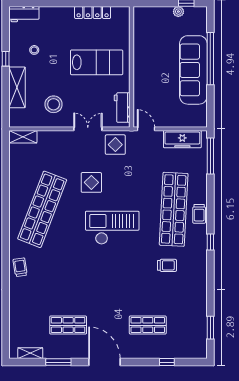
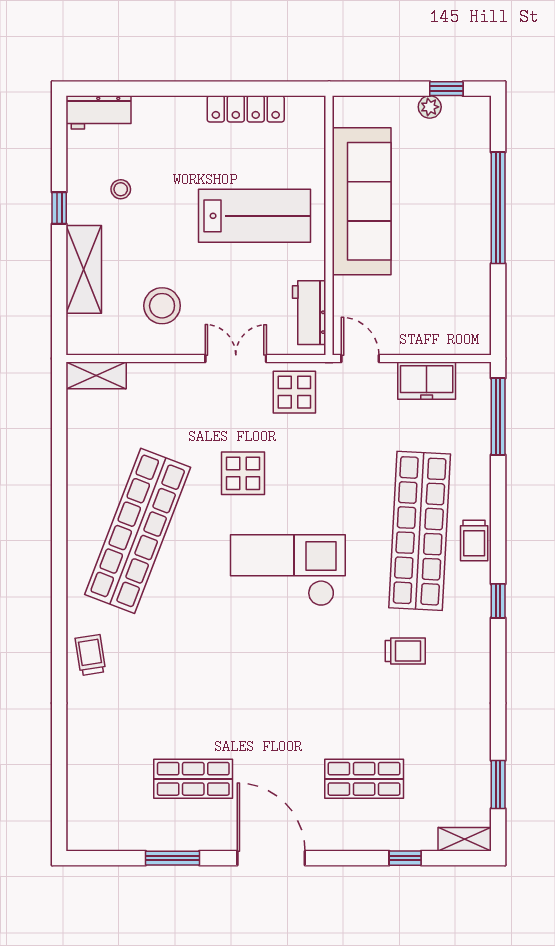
sofa: (193, 70) -> (362, 201), moved, turned 180
freezer: (182, 139) -> (427, 381), width x0.71
shelving: (30, 353) -> (465, 839), moved

